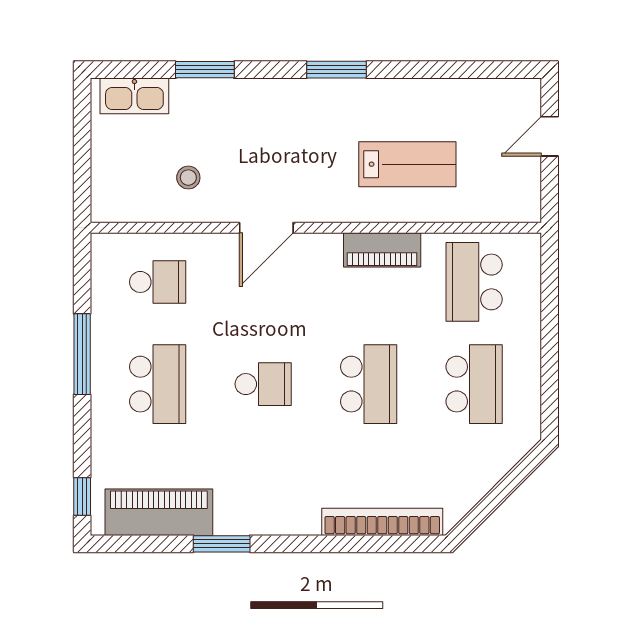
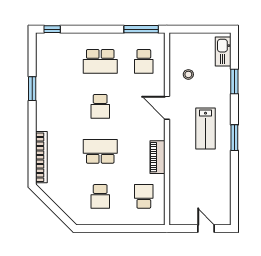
lab bench: (407, 164) -> (206, 129), moved
school desk: (474, 282) -> (144, 196), width x0.54
window: (82, 354) -> (141, 29), moved
school desk: (369, 384) -> (100, 151), turned 180
school desk: (474, 384) -> (100, 196), width x0.54
piano: (159, 512) -> (45, 62), removed

